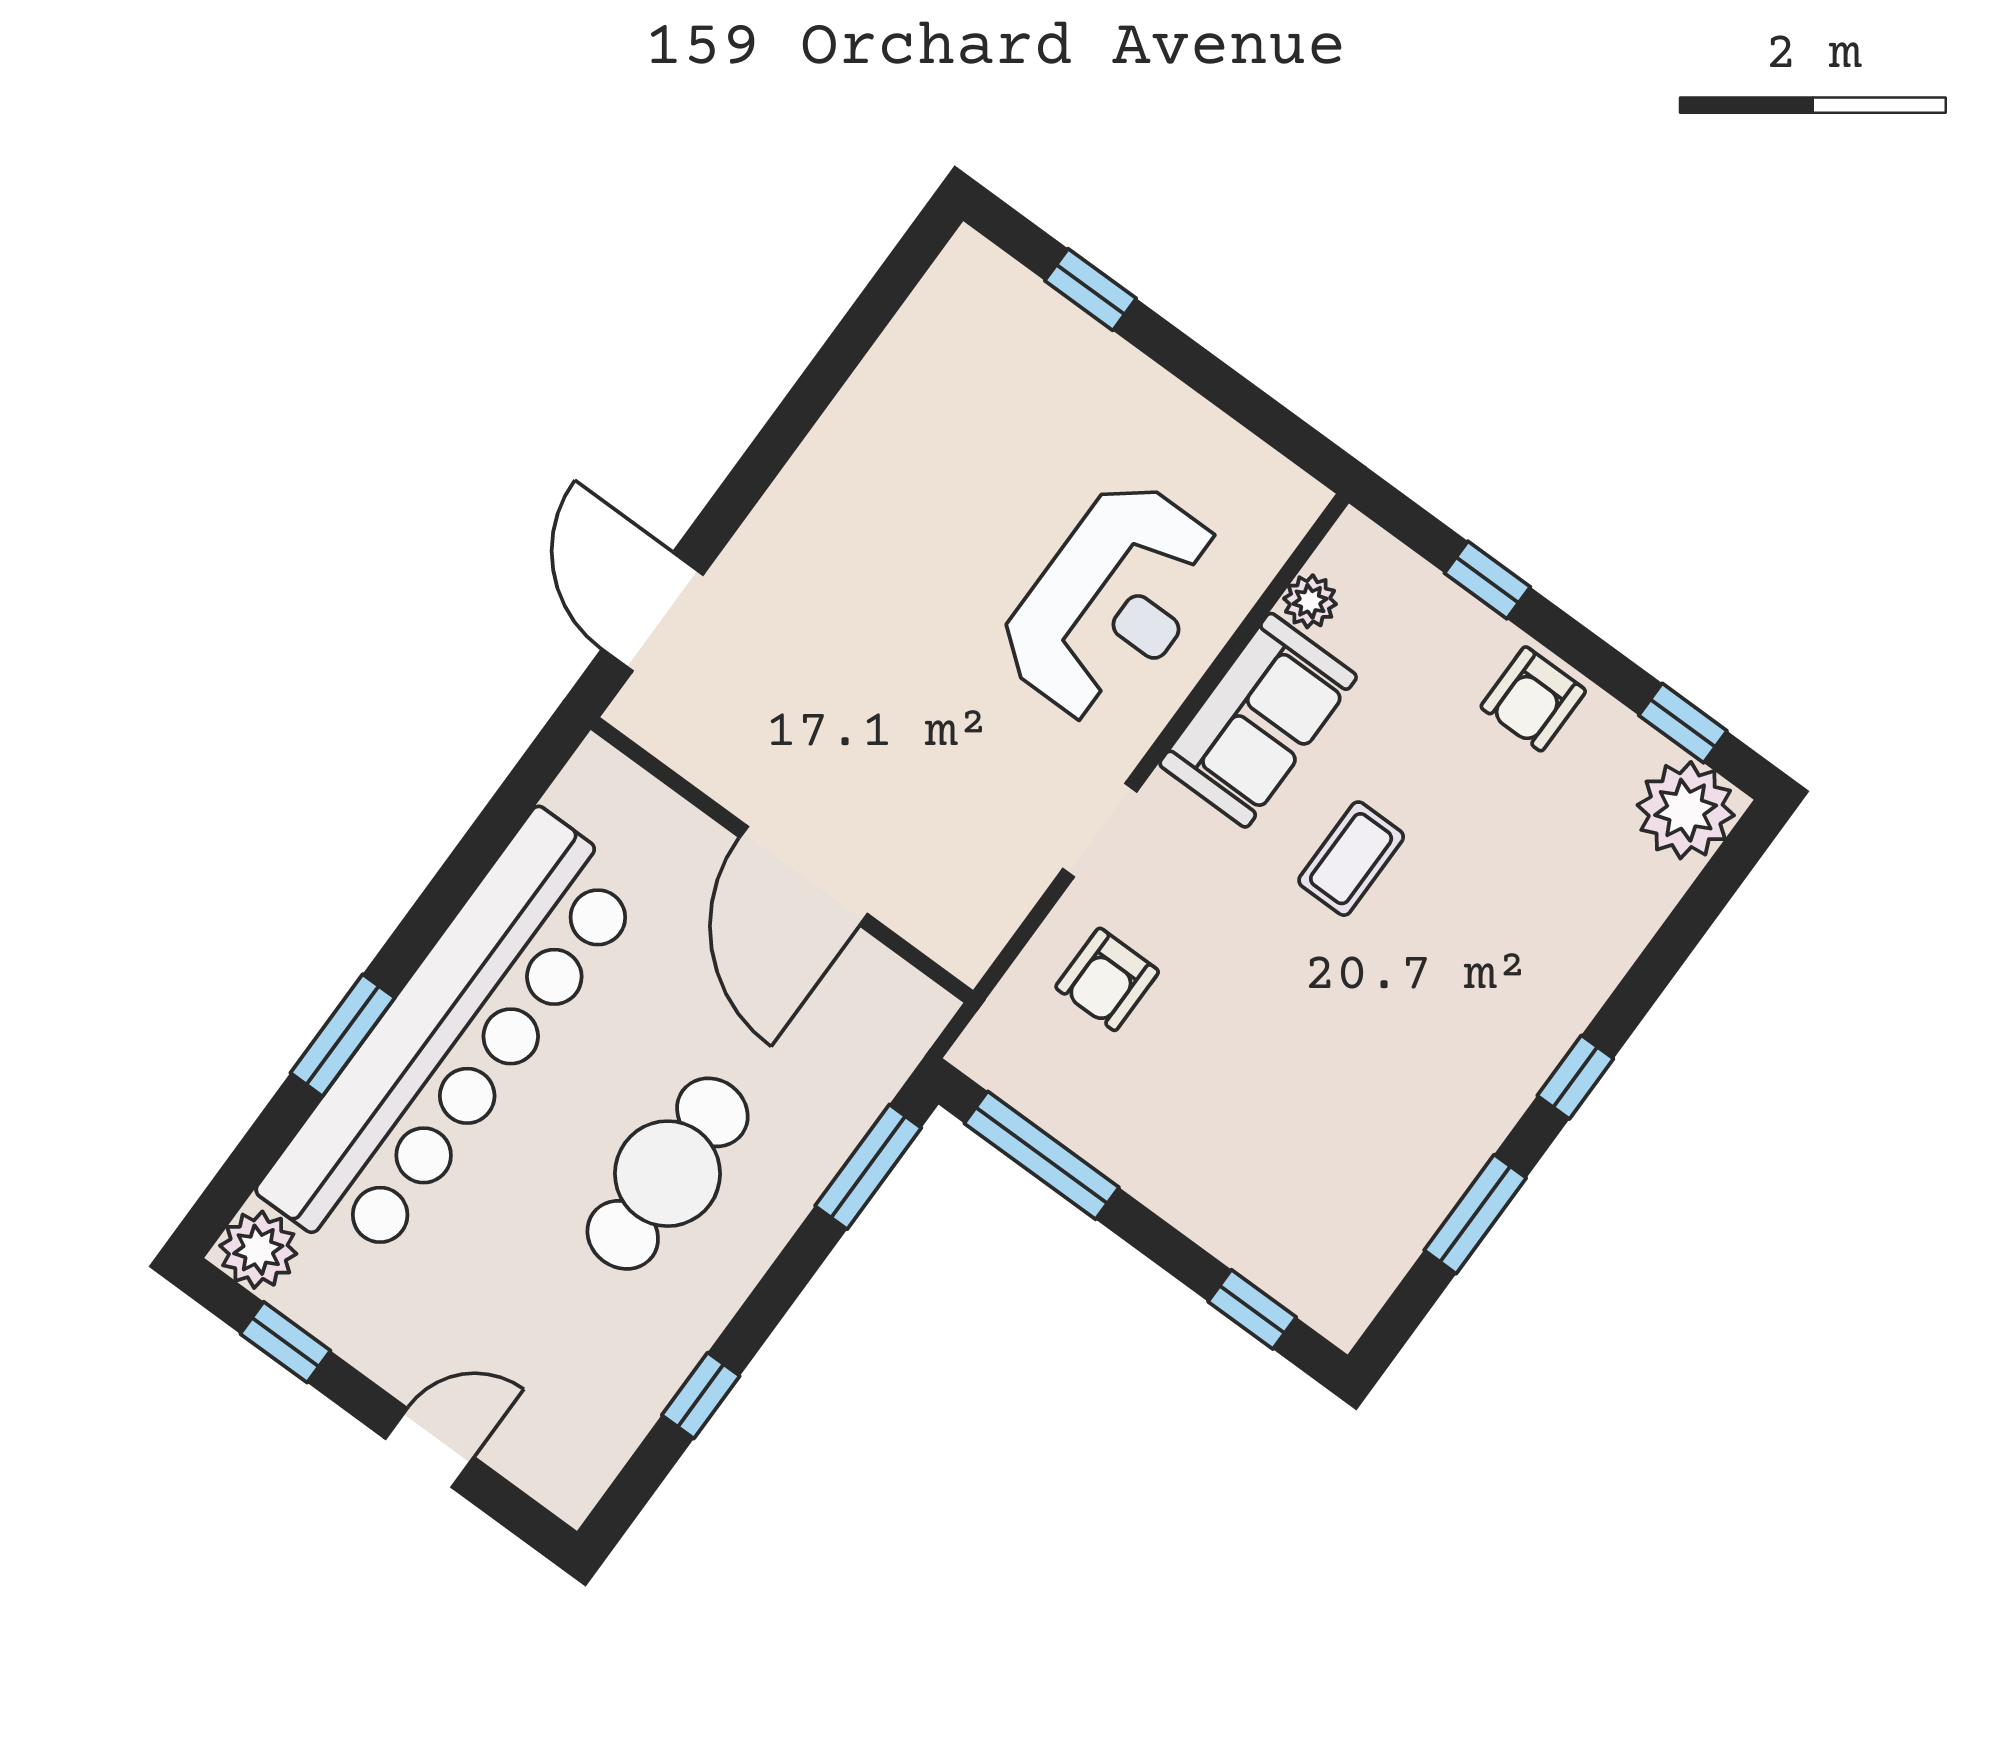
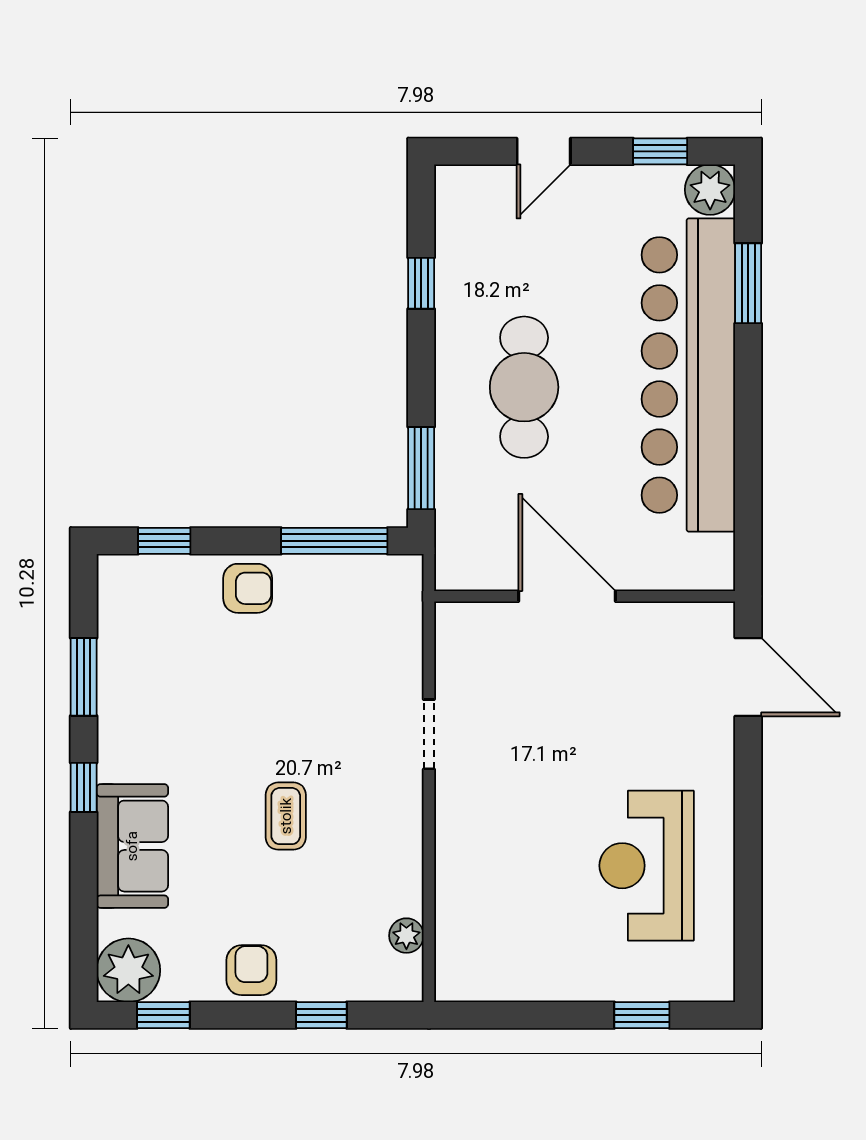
reception desk: (1112, 602) -> (647, 866), moved
sofa: (1258, 720) -> (132, 846), moved, turned 180
armchair: (1107, 979) -> (248, 588), moved, turned 90
window: (343, 1035) -> (748, 283), moved

